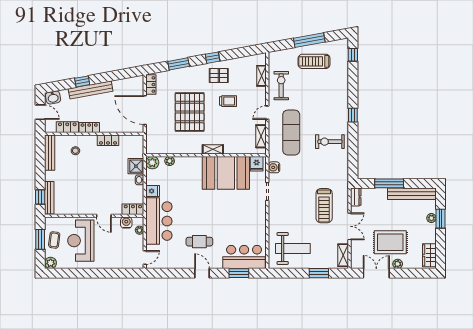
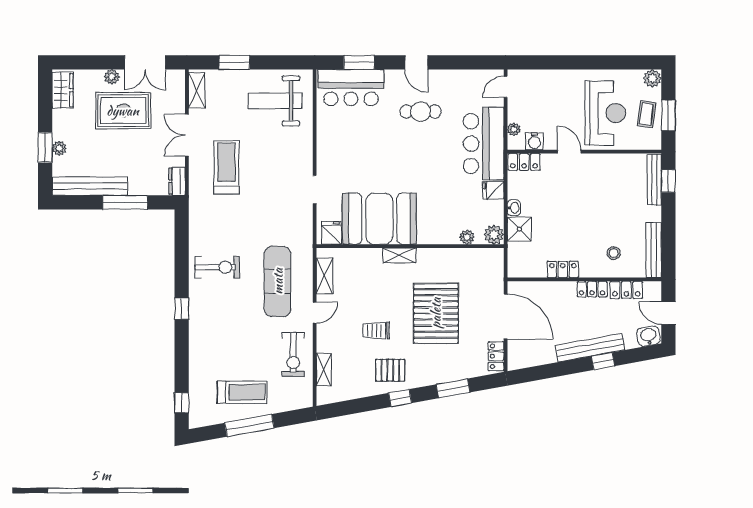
water cooler: (274, 167) -> (304, 227), removed

